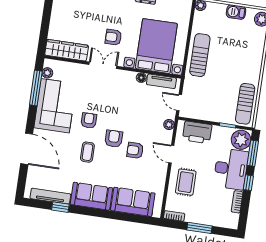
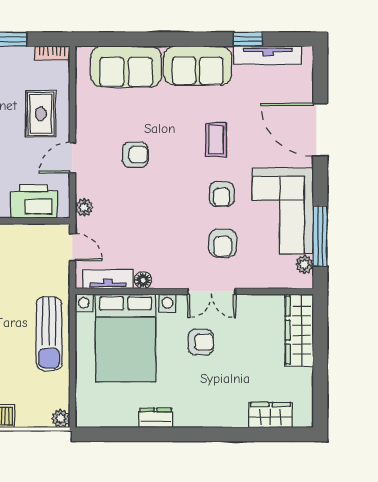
wardrobe: (67, 50) -> (299, 330), moved, turned 90
armchair: (114, 139) -> (223, 243), moved
door: (171, 154) -> (72, 158), swing flipped

